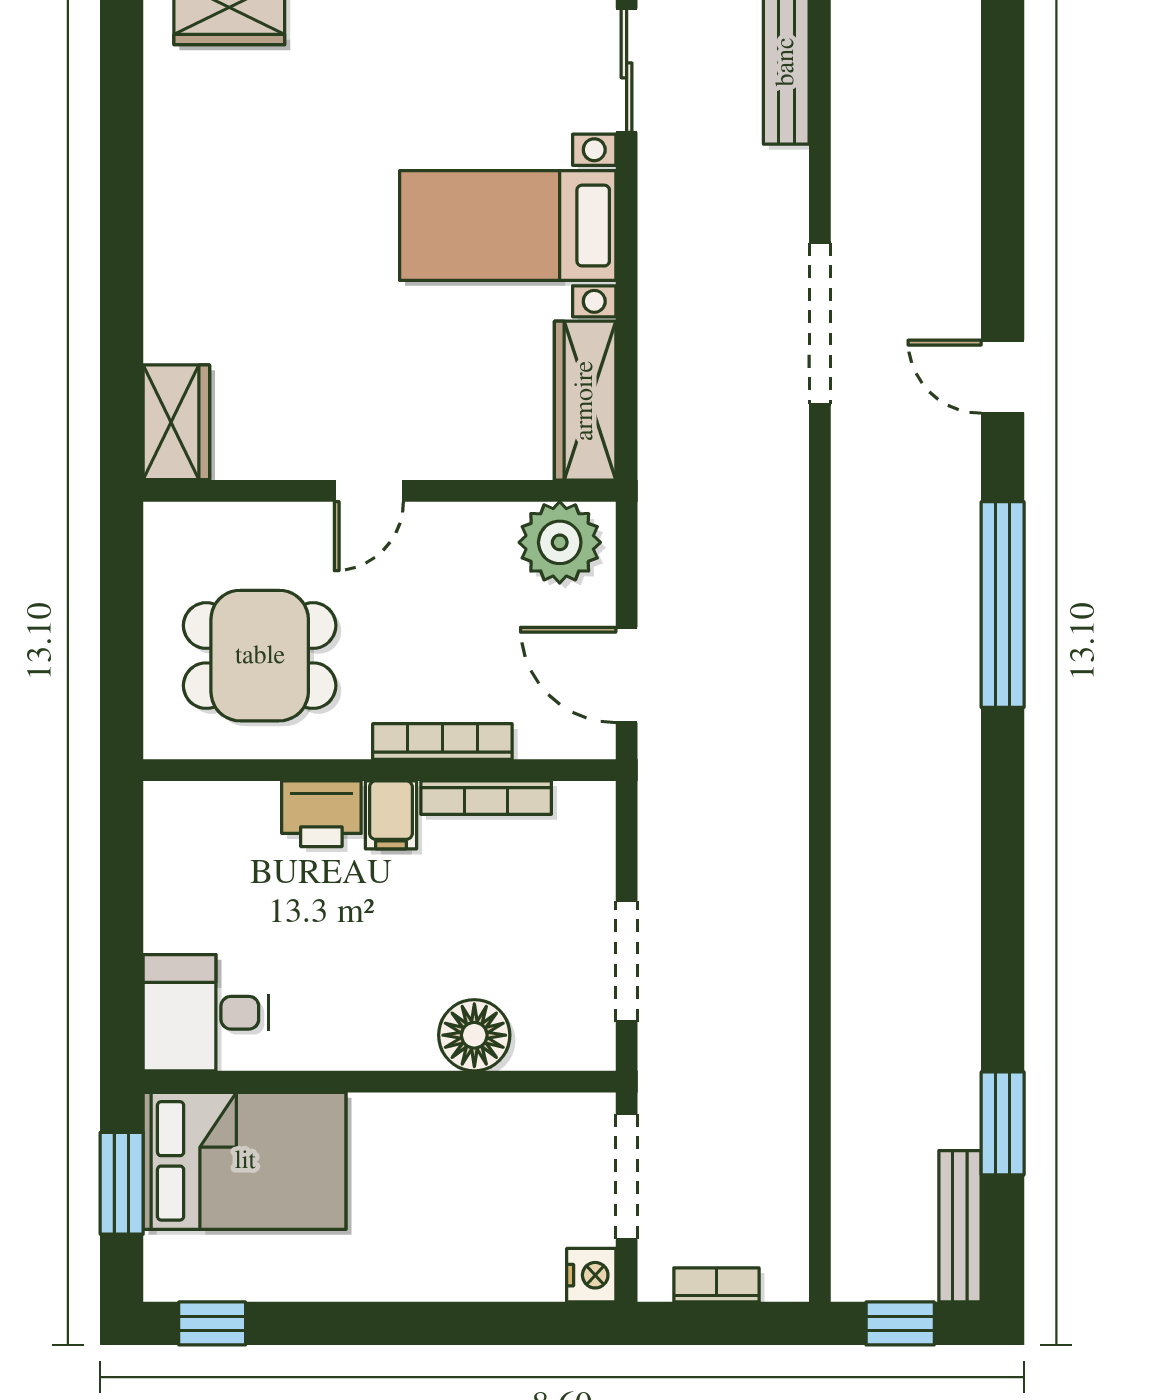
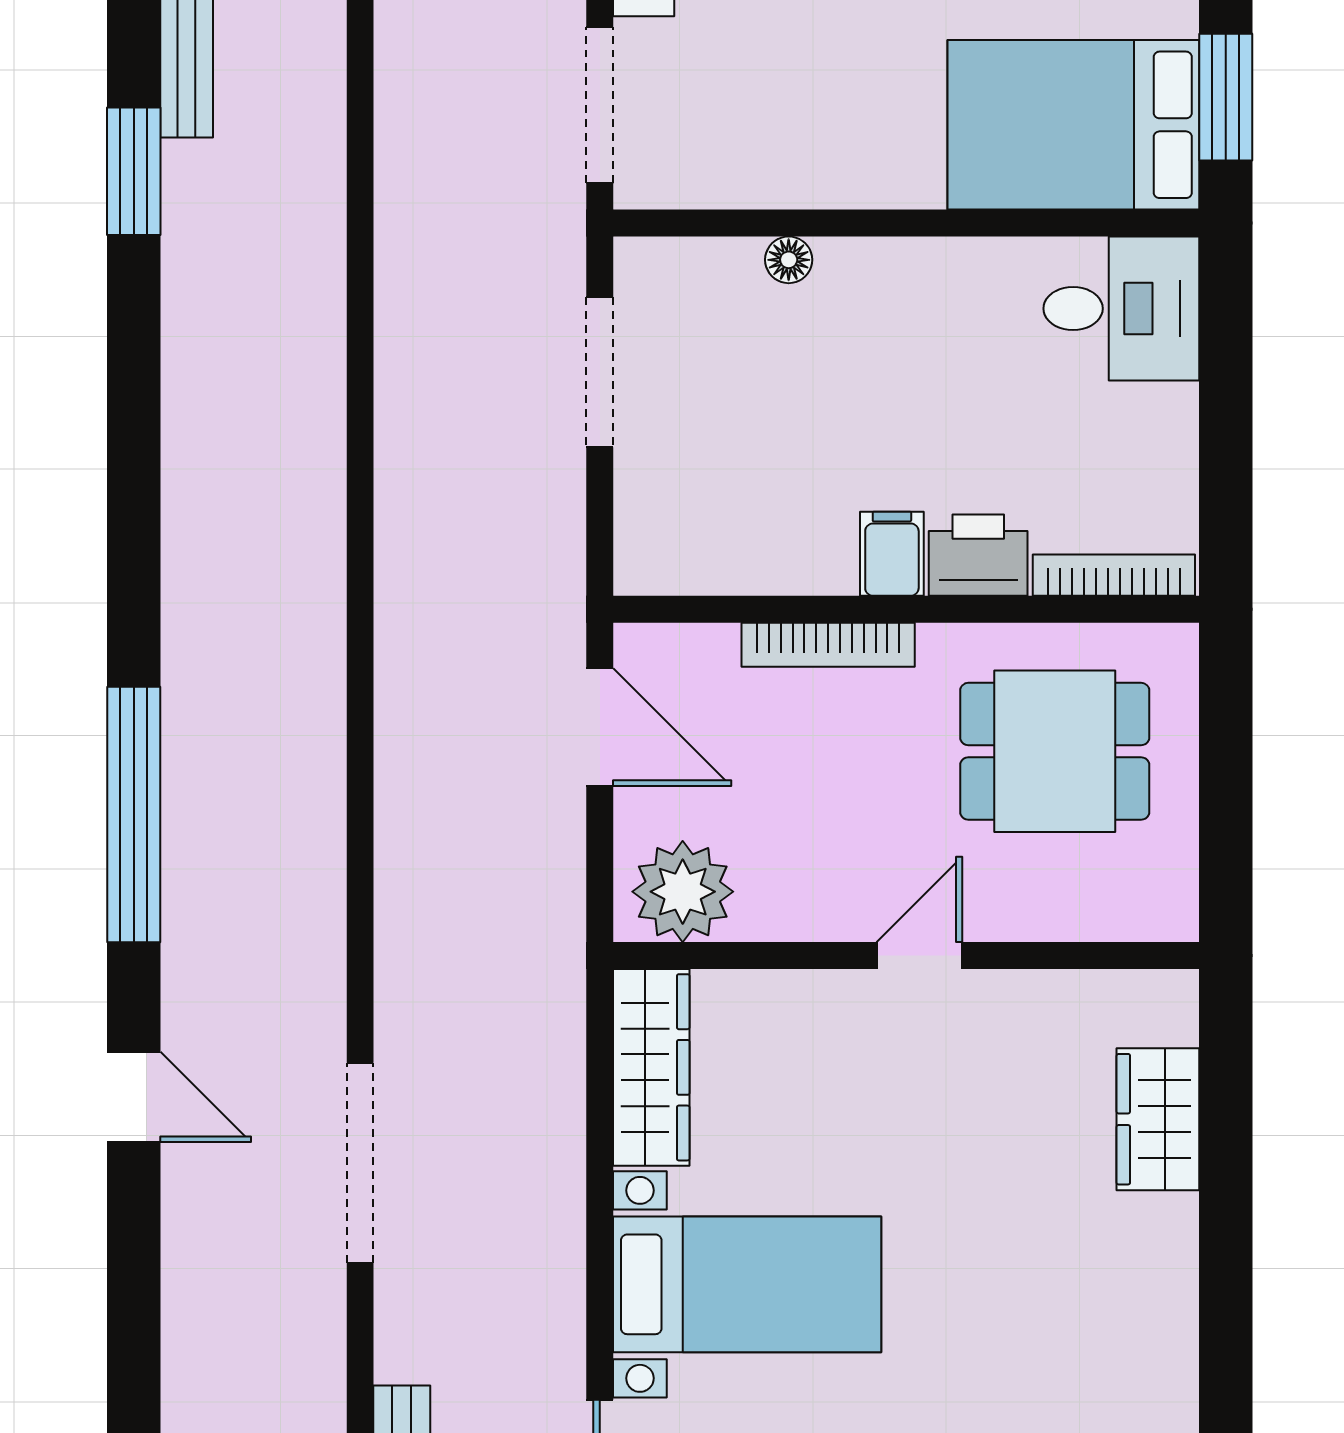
wardrobe: (176, 422) -> (1158, 1119), moved
bookcase: (486, 798) -> (1114, 575), moved
floor lamp: (474, 1035) -> (789, 260), width x0.53, depth x0.53

